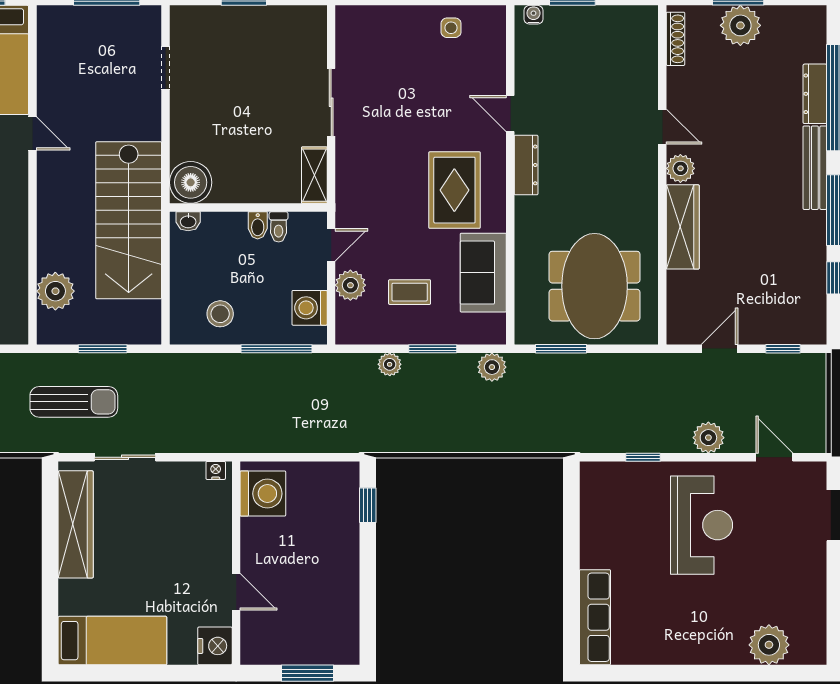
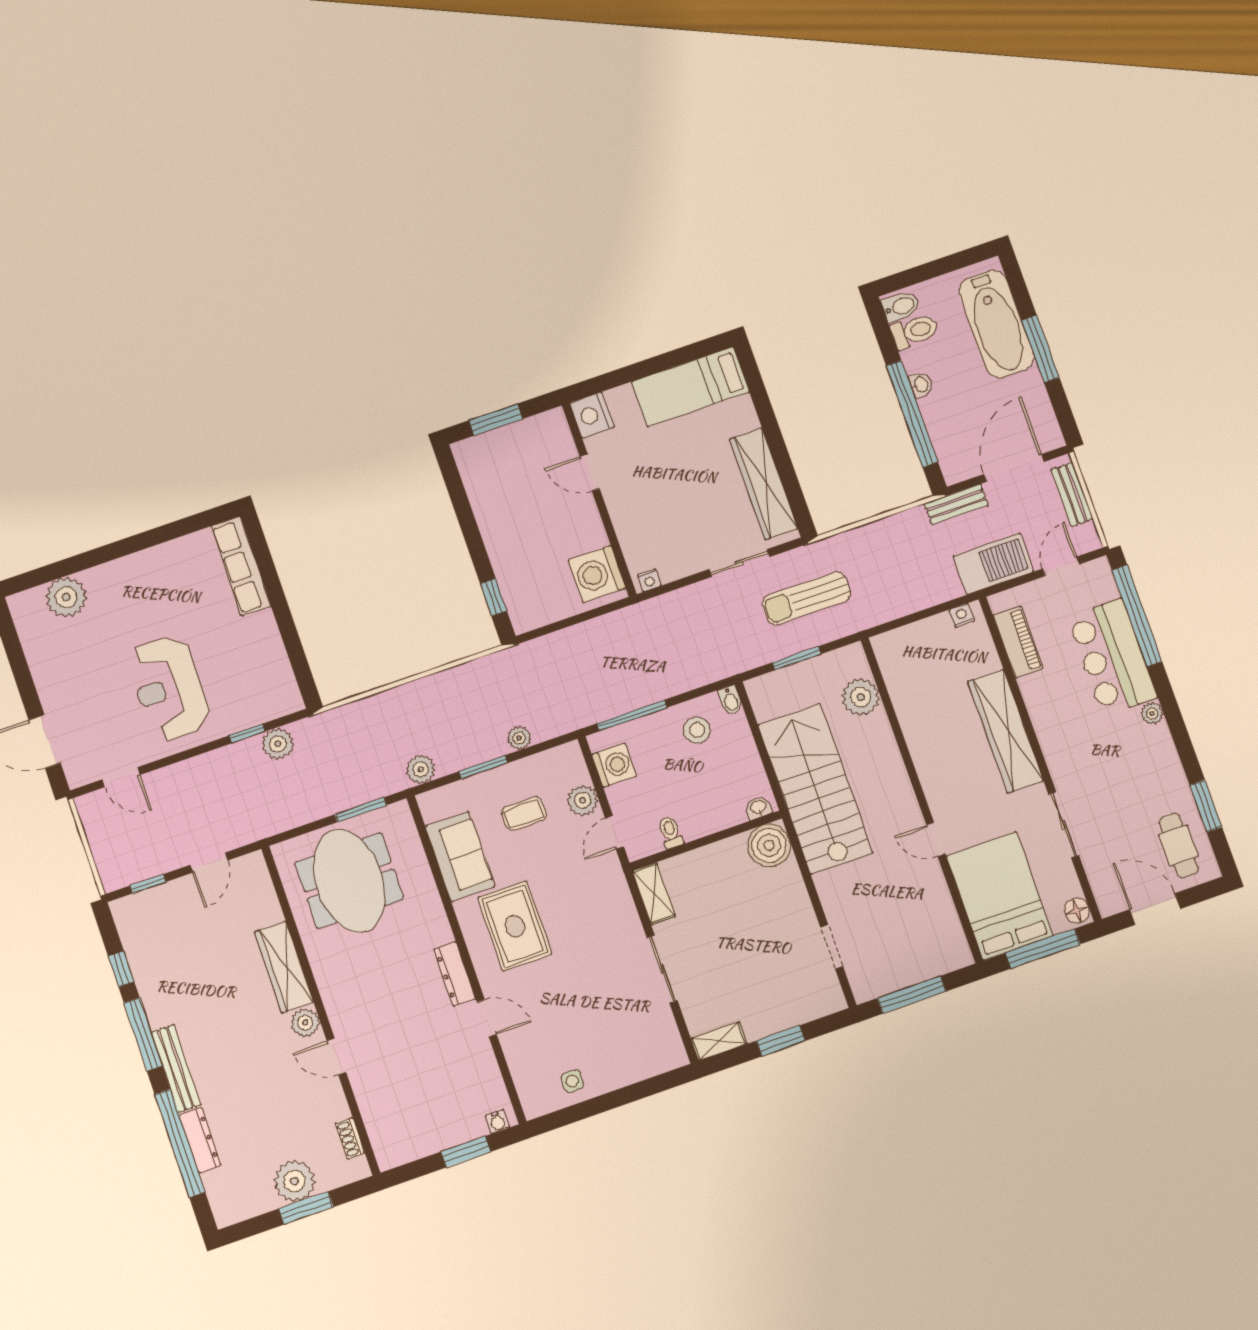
shelving: (302, 17) -> (719, 1041), added
shoe rack: (675, 39) -> (350, 1138), width x0.70
bidet: (258, 225) -> (730, 700), moved, turned 180
plant: (708, 438) -> (278, 744), moved

